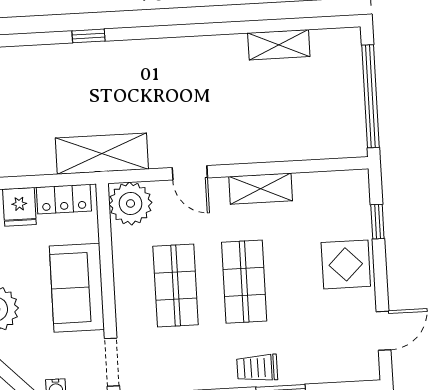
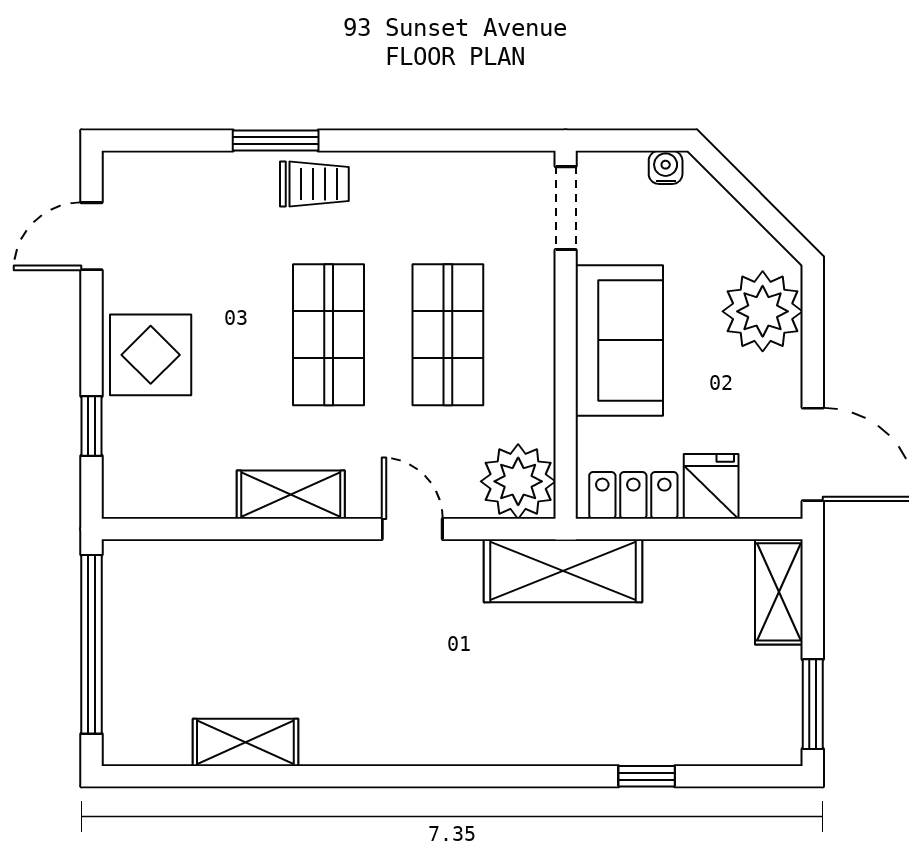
window: (89, 36) -> (647, 776), moved

